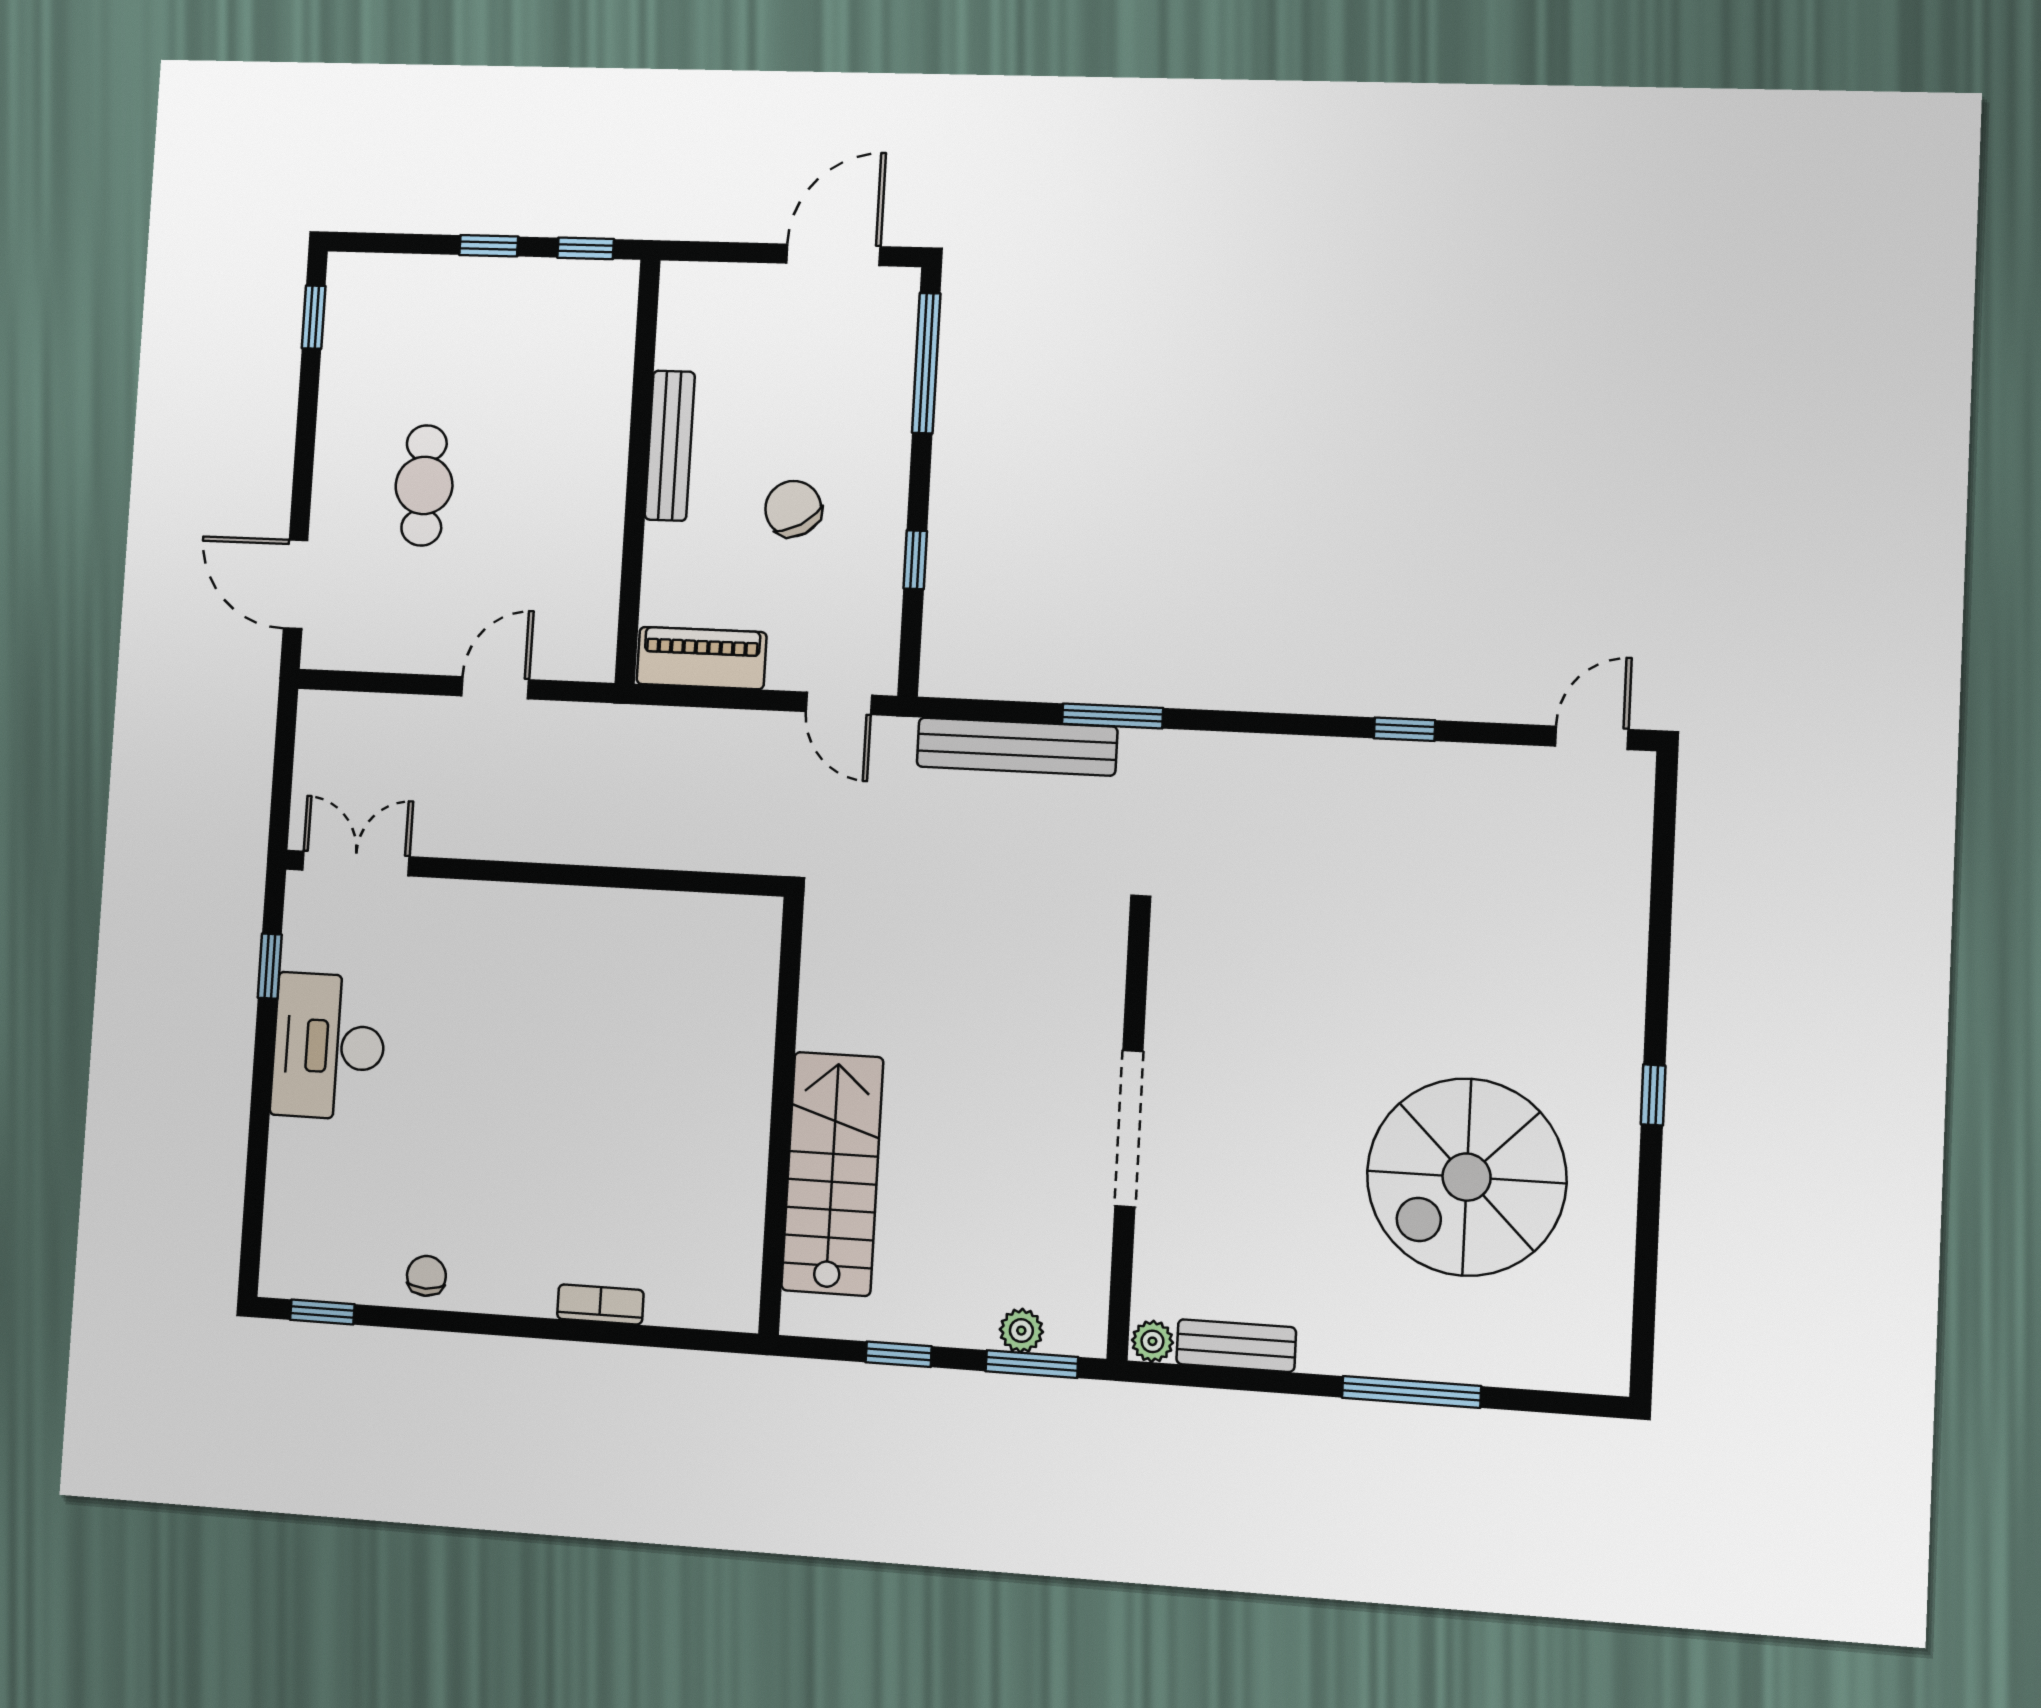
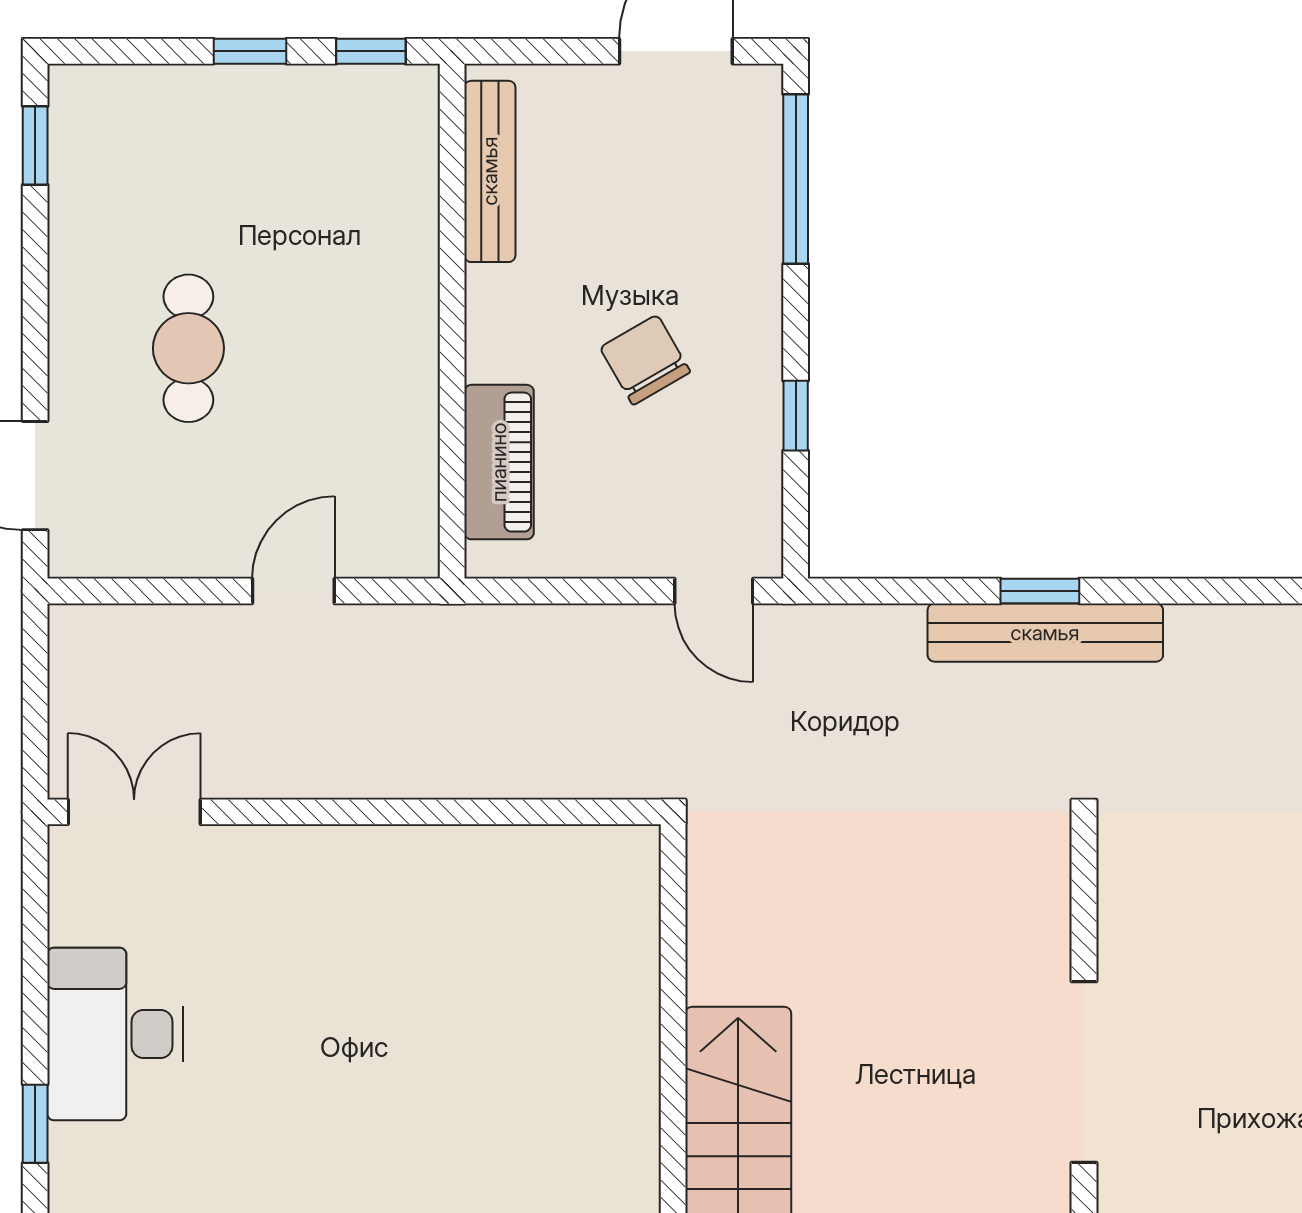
bench: (670, 446) -> (490, 171), moved
piano: (702, 658) -> (499, 462), moved, turned 90
window: (1113, 716) -> (1040, 591), width x0.67
bench: (1017, 747) -> (1045, 633), moved
window: (270, 966) -> (35, 1124), moved

